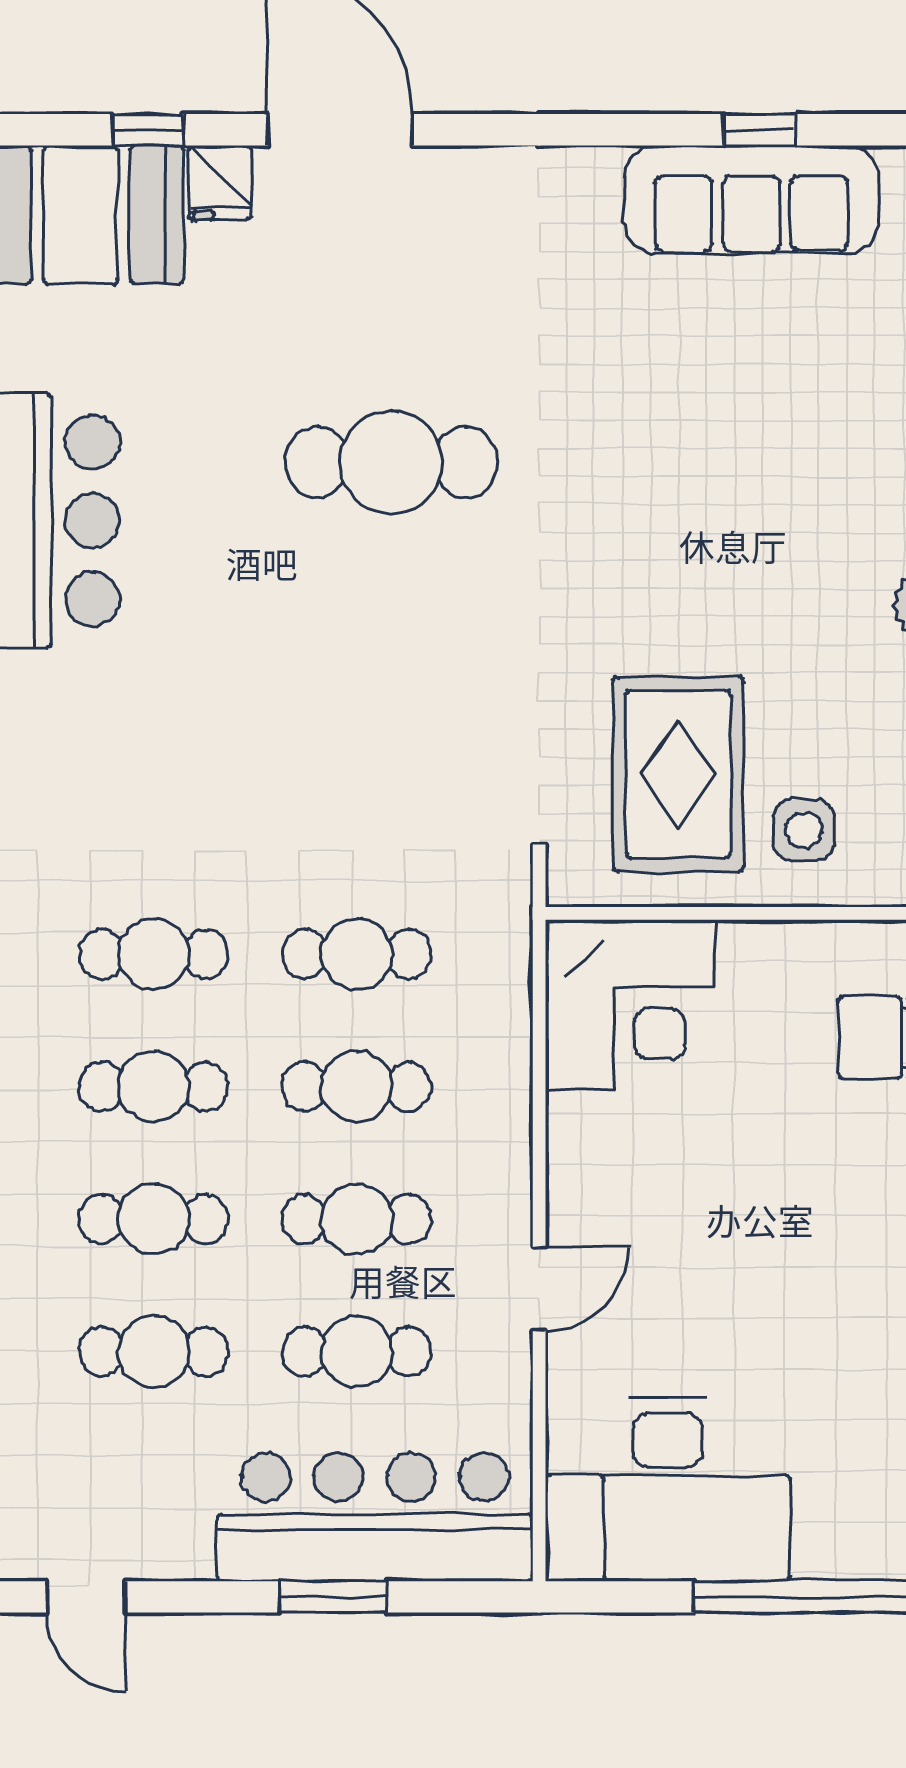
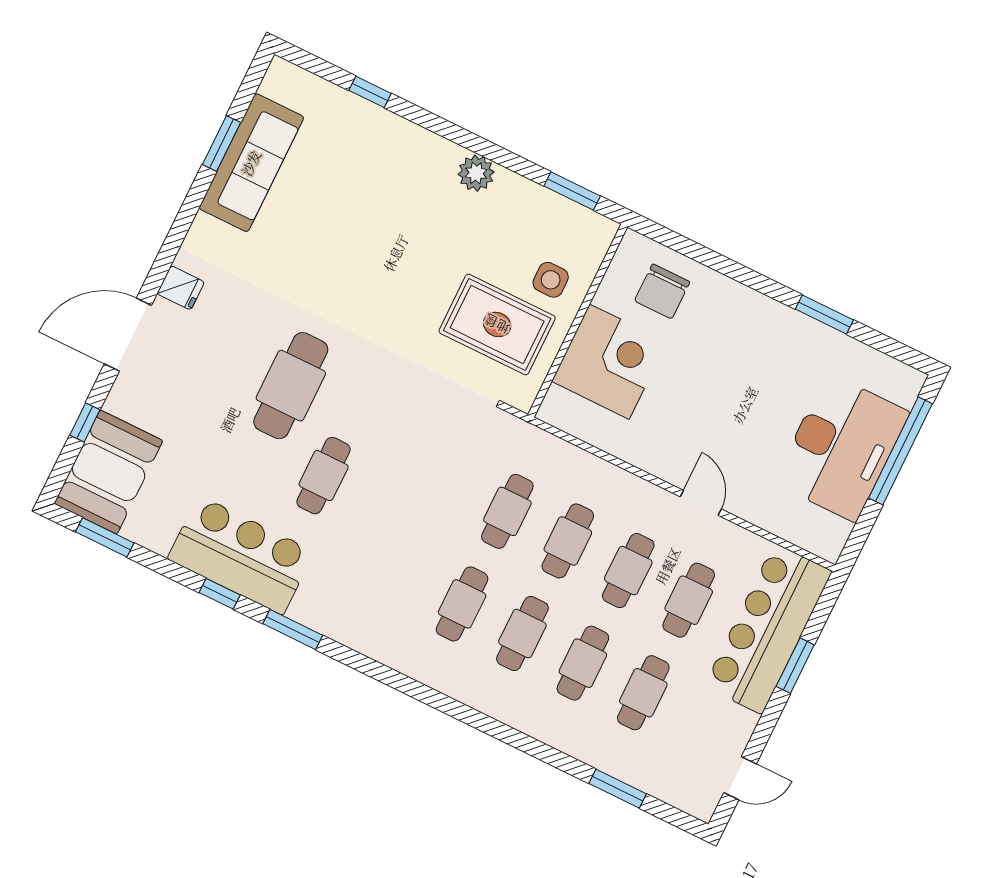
window: (760, 130) -> (221, 143), width x1.50
fridge: (220, 183) -> (181, 288), moved
cafe table: (261, 598) -> (324, 476), added
corner desk: (631, 1005) -> (609, 362), moved
desk: (668, 1490) -> (841, 447), moved

